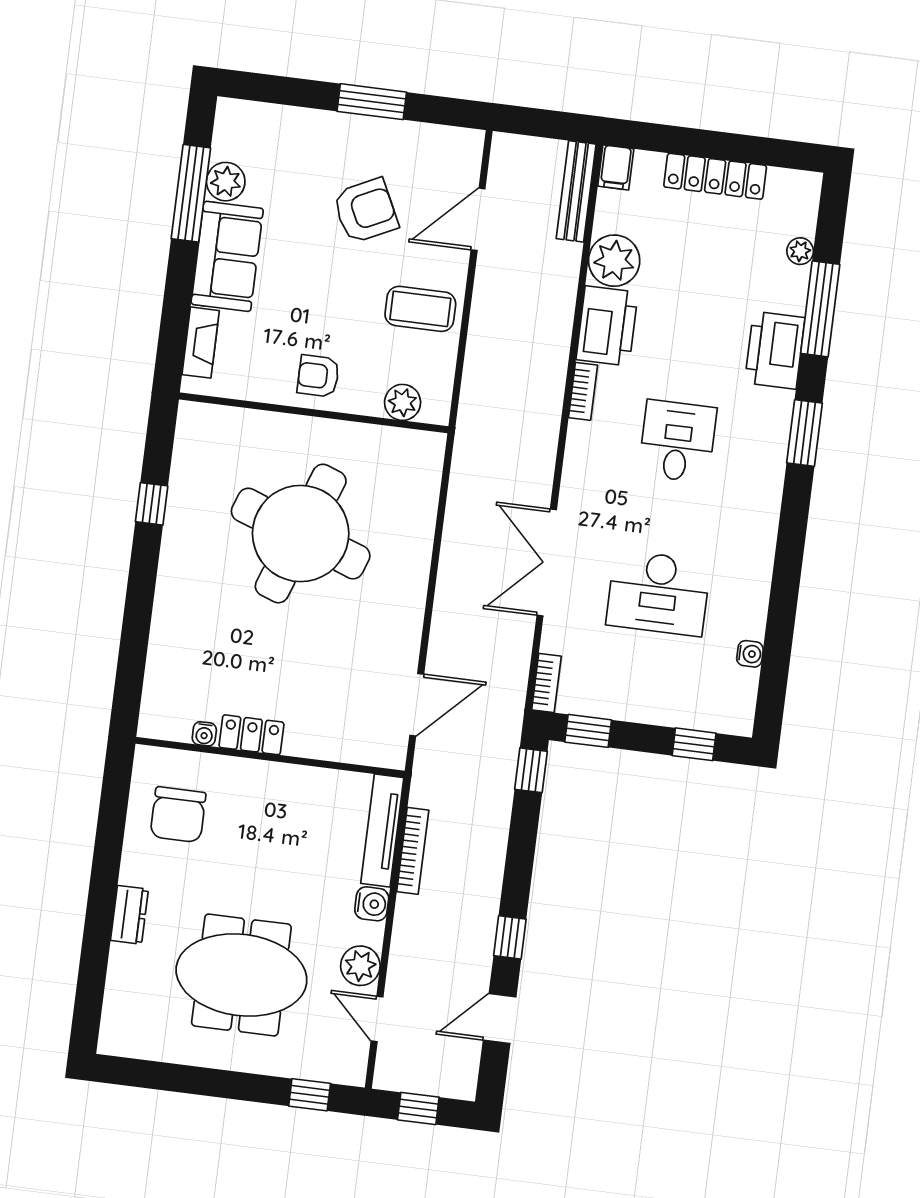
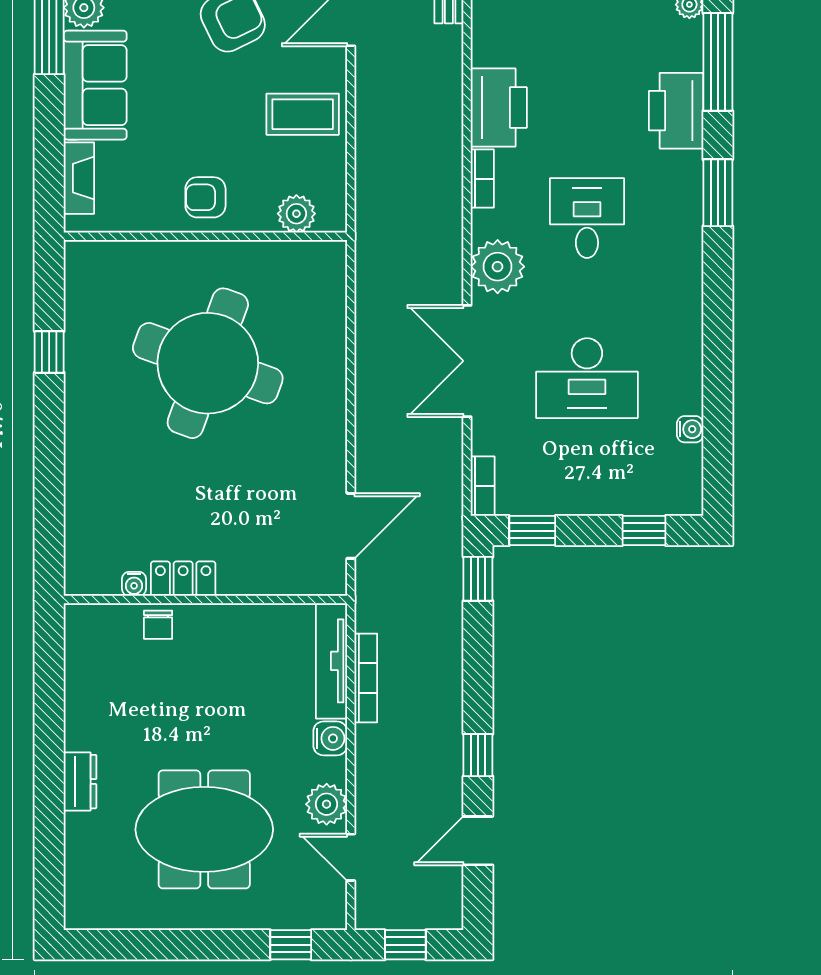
plant: (614, 261) -> (498, 267), moved
chair: (178, 815) -> (158, 625), moved, width x0.54, depth x0.54

